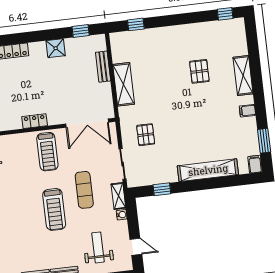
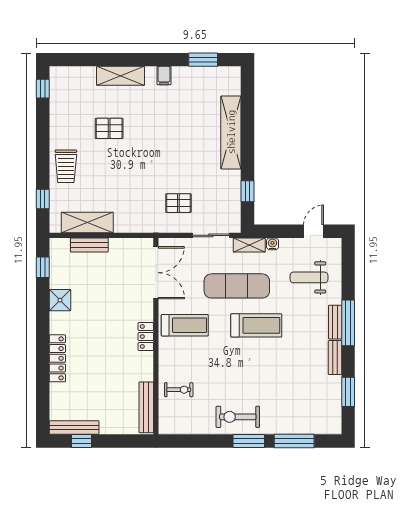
trolley: (164, 40) -> (66, 166), added
shelving: (124, 84) -> (87, 223), moved
filing cabinet: (255, 164) -> (230, 74), removed
exercise mat: (84, 190) -> (237, 286), width x1.36, depth x1.45

